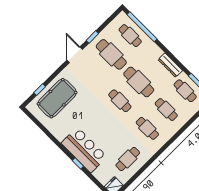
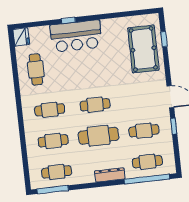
cafe table: (111, 54) -> (144, 131), width x0.73, depth x0.74
dresser: (170, 65) -> (110, 175), moved

